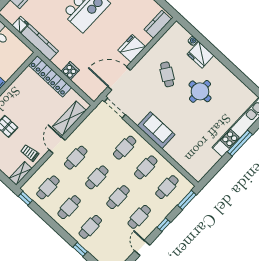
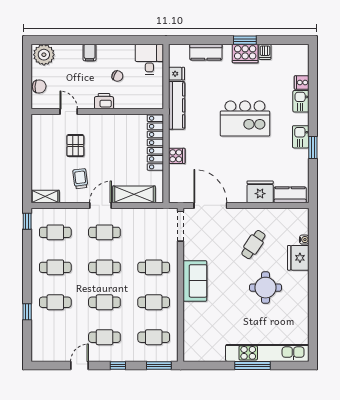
fridge: (132, 48) -> (260, 192), moved
trolley: (30, 153) -> (80, 179), moved

